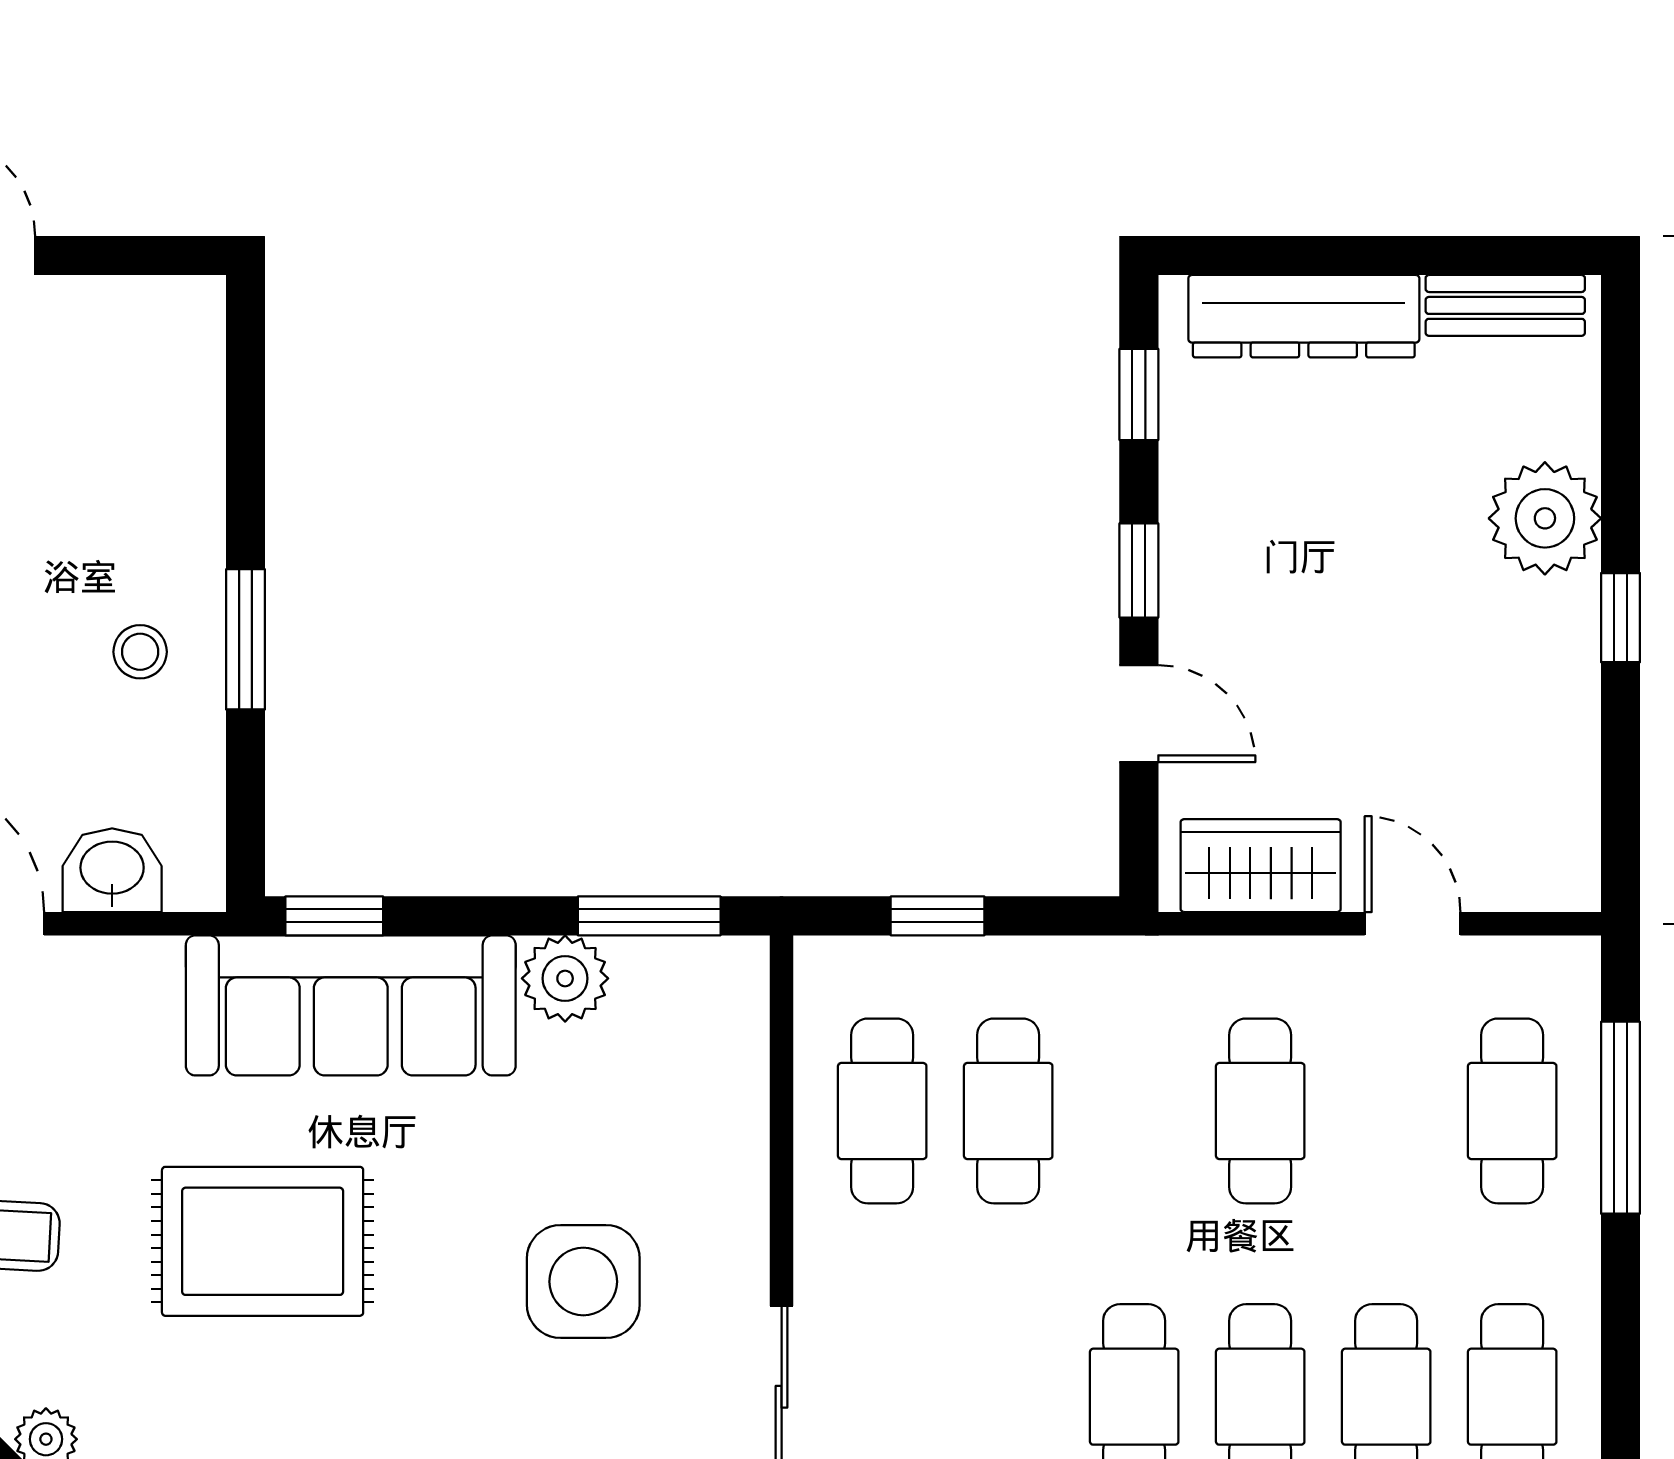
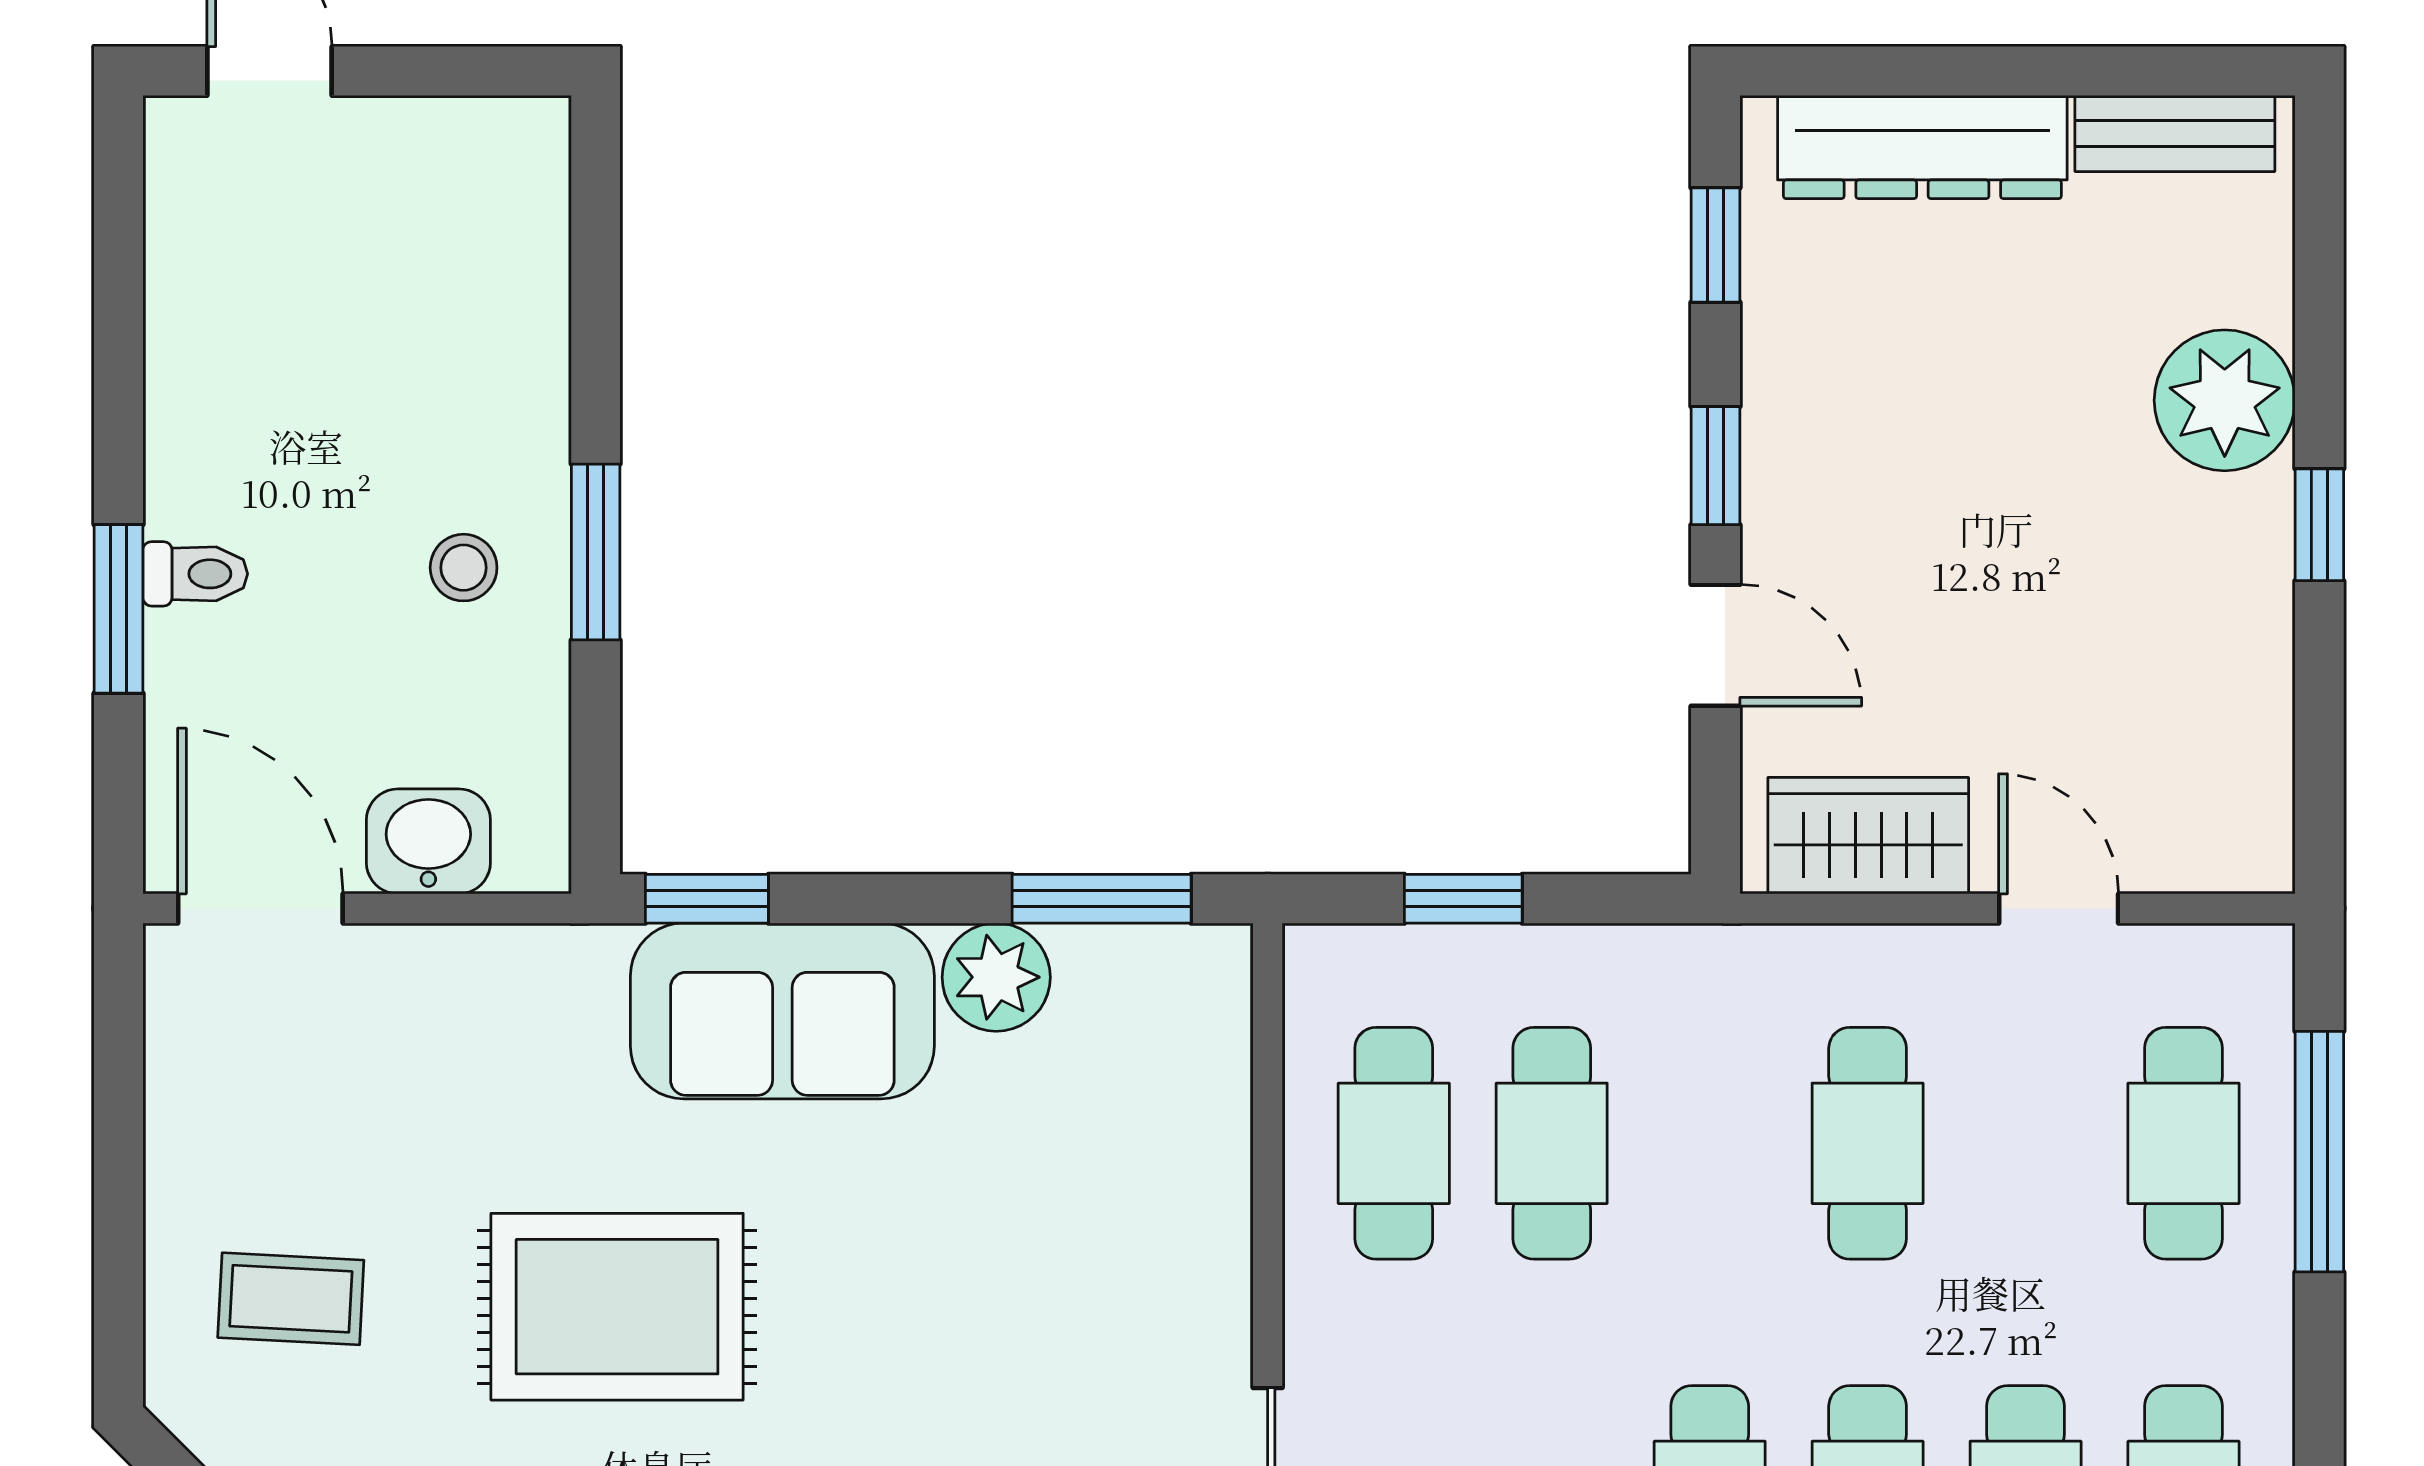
sofa: (351, 1005) -> (782, 1011), width x0.73
side table: (583, 1282) -> (1019, 1357), removed

